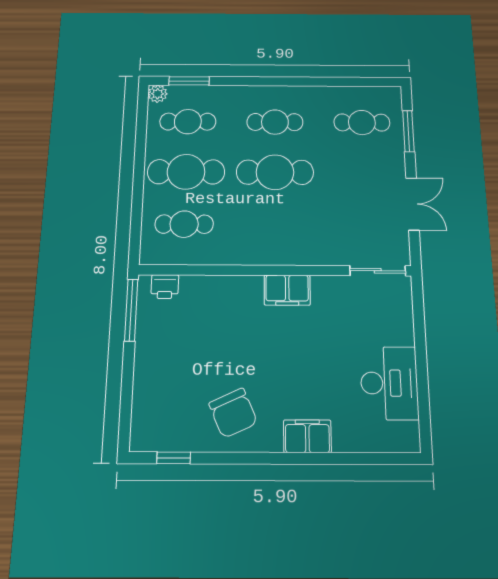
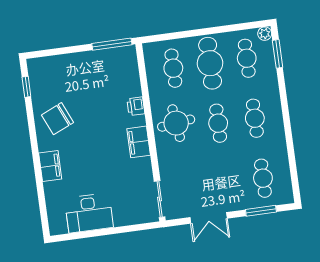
cafe table: (275, 172) -> (218, 123), width x0.73, depth x0.74
round table: (266, 231) -> (176, 123), added
printer: (165, 287) -> (136, 106), moved

